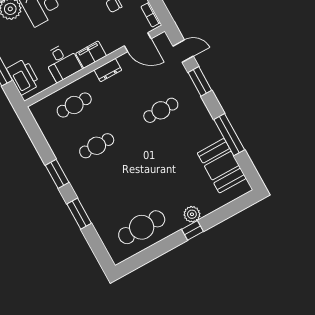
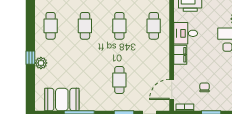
dresser: (108, 70) -> (164, 60), removed
cafe table: (119, 186) -> (85, 26), added
cafe table: (142, 227) -> (51, 26), width x0.73, depth x0.74

